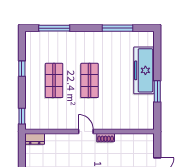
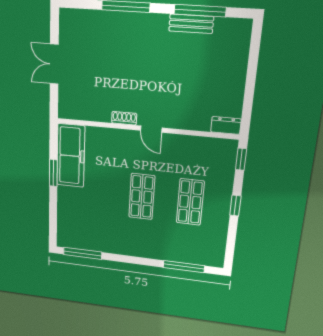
window: (118, 28) -> (83, 253), moved
window: (22, 69) -> (235, 206), moved
freezer: (144, 70) -> (71, 156), moved

